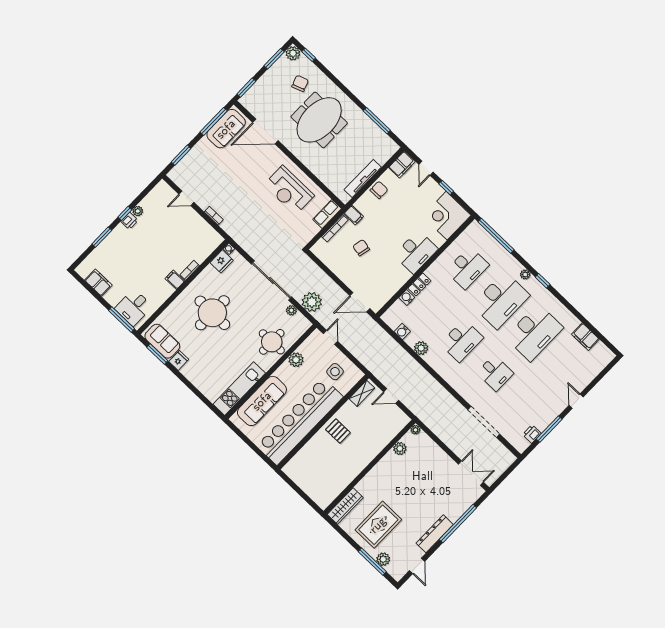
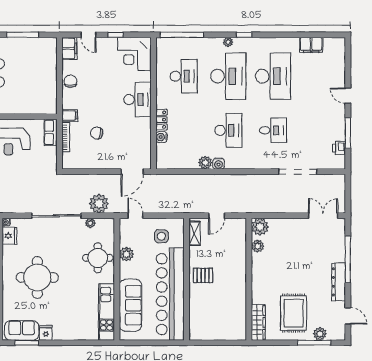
tv unit: (363, 178) -> (52, 84), removed
water cooler: (402, 331) -> (219, 164), moved
plant: (416, 430) -> (260, 227), width x1.88, depth x1.88

